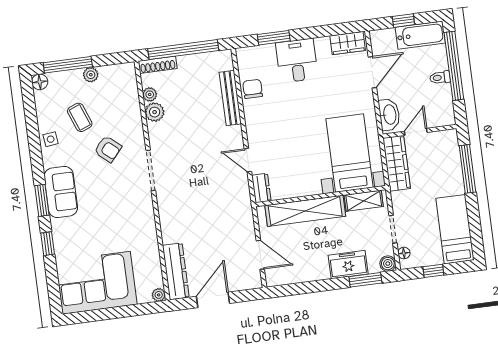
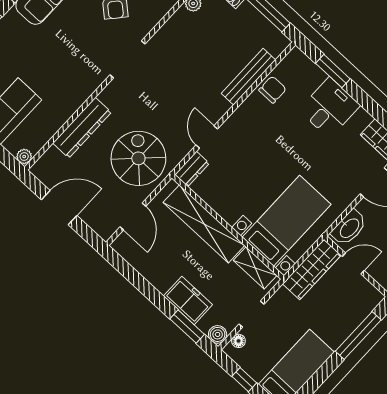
plant: (155, 112) -> (181, 21), removed
spiral stairs: (224, 218) -> (138, 158), added
dresser: (176, 271) -> (82, 128), moved

